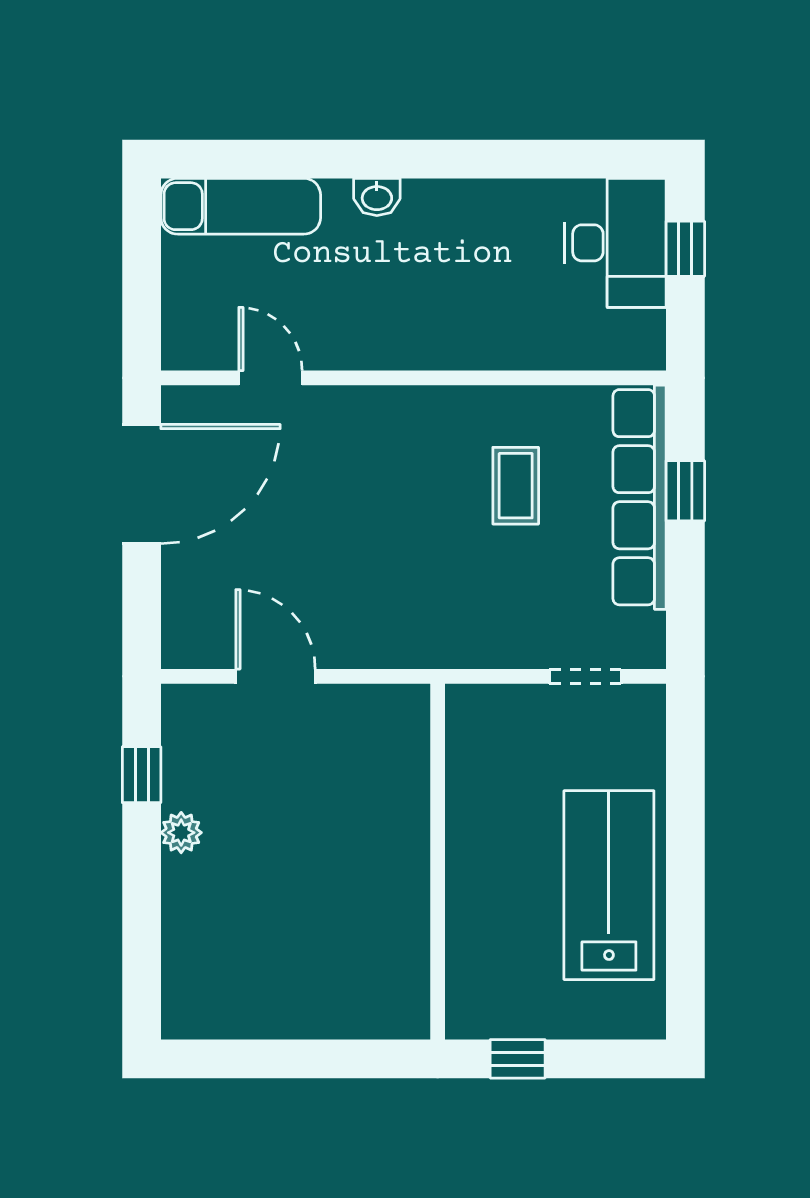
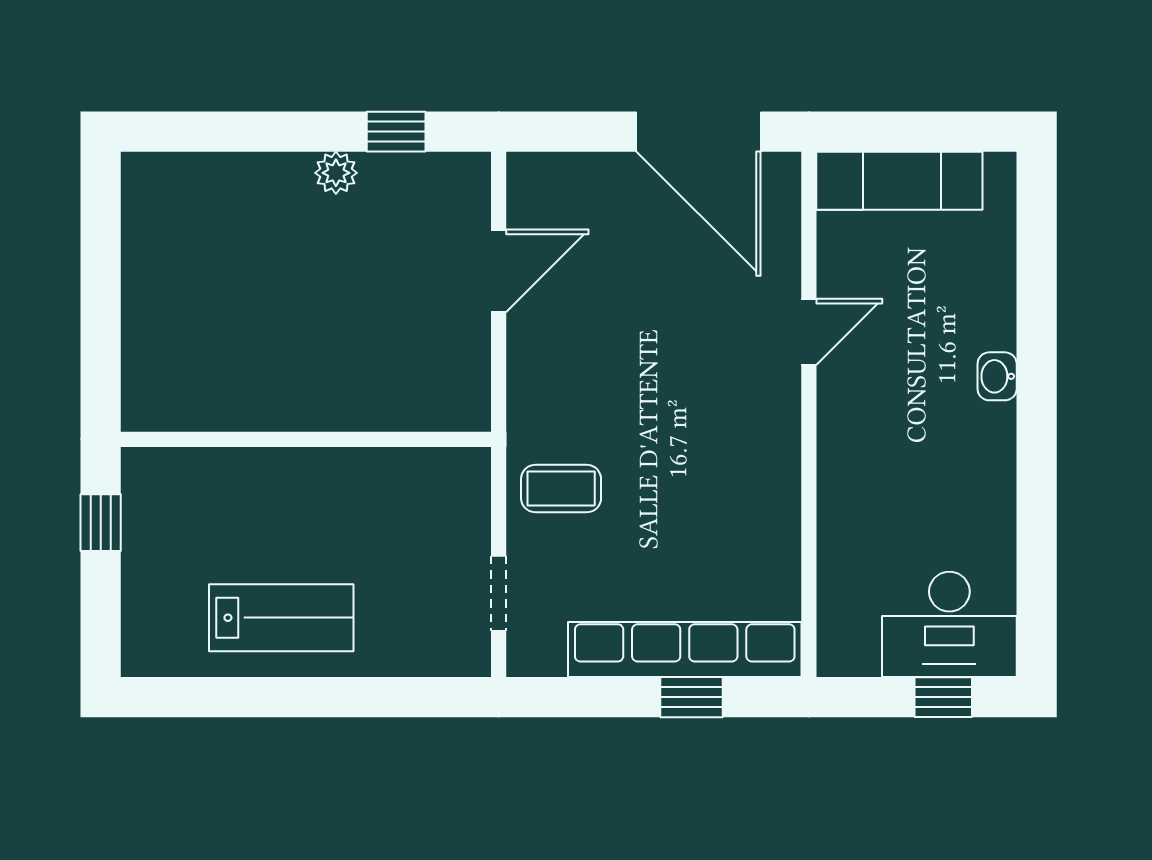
exam couch: (241, 206) -> (899, 181), moved, turned -90
door: (270, 378) -> (809, 332), moved
coffee table: (516, 486) -> (561, 489), moved
lab bench: (609, 885) -> (281, 618), width x0.73, depth x0.72

